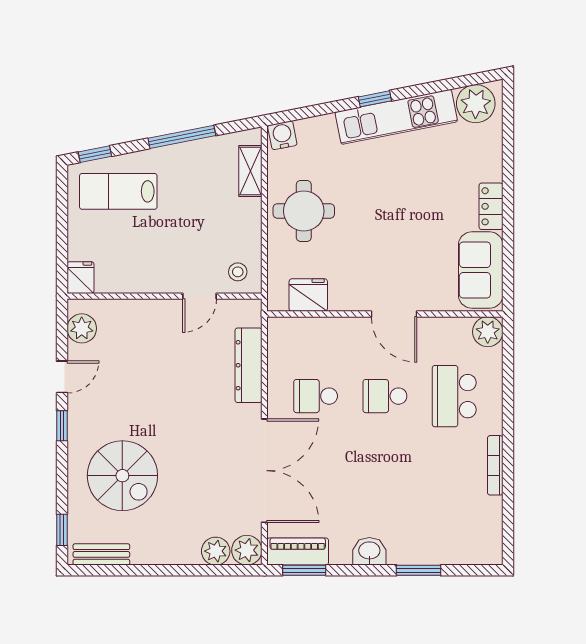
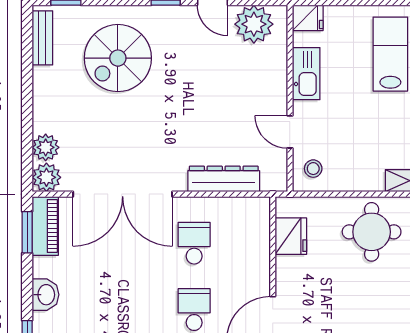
kitchen sink: (139, 279) -> (306, 74), added
plant: (82, 328) -> (254, 24), width x1.36, depth x1.36

